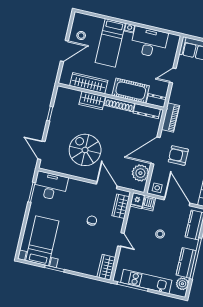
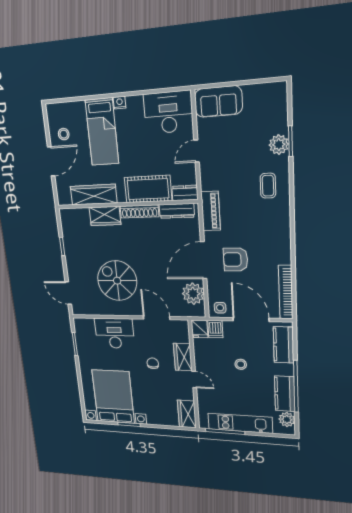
desk: (149, 42) -> (168, 112), moved
desk: (50, 186) -> (114, 333), moved
wardrobe: (121, 206) -> (183, 357), moved
bed with nightstands: (42, 241) -> (113, 397), width x1.36

